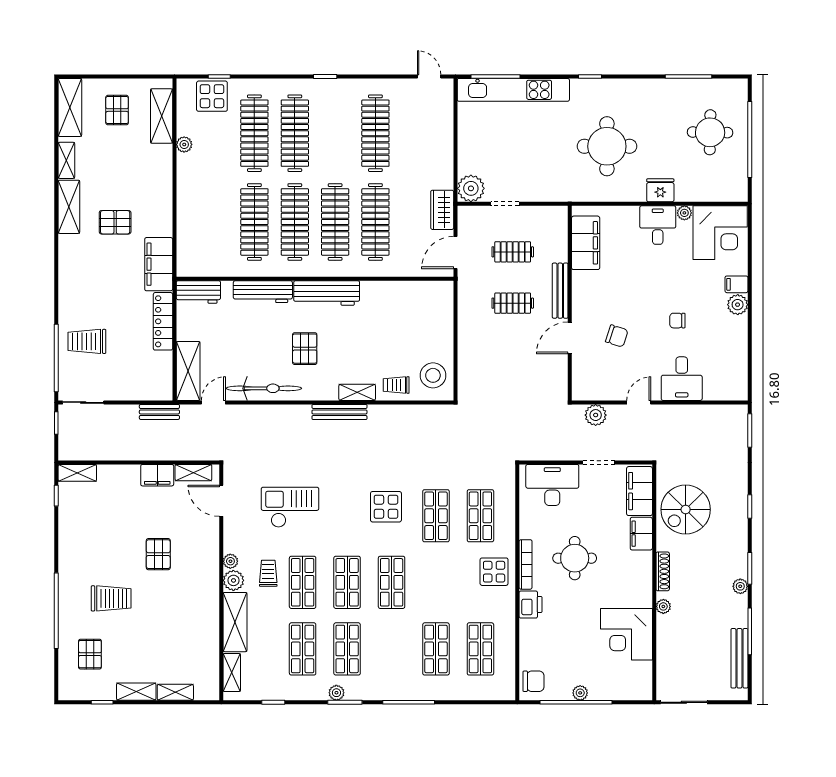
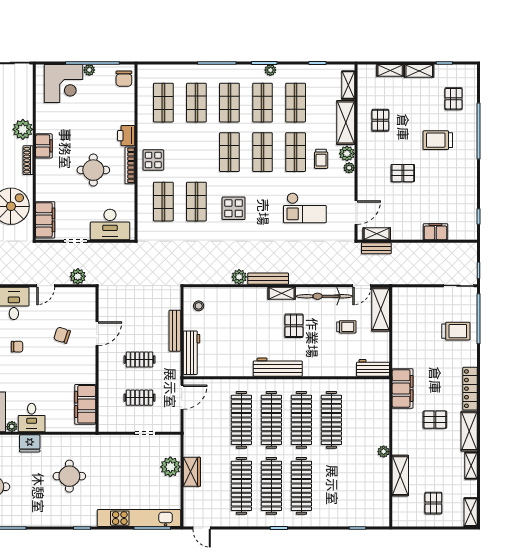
display table: (212, 96) -> (363, 513), removed
shelving: (70, 107) -> (471, 512), width x0.67, depth x0.75
shelving: (162, 116) -> (400, 476), moved
clothes rail: (254, 133) -> (271, 486), moved
plant: (184, 144) -> (384, 452), moved
round table: (607, 146) -> (69, 476), width x0.73, depth x0.73
plant: (471, 188) -> (170, 467), moved
wardrobe: (442, 210) -> (192, 472), moved
bench: (560, 291) -> (175, 331), moved
workbench: (263, 292) -> (192, 353), moved, turned 90
locker: (163, 321) -> (470, 389), moved, turned 180
stool: (433, 375) -> (199, 306), width x0.53, depth x0.53
trolley: (396, 385) -> (346, 327), moved
shelving: (357, 392) -> (282, 293), moved
bench: (159, 412) -> (376, 248), moved
plant: (379, 414) -> (239, 277), added
shelving: (77, 473) -> (463, 233), removed
filing cabinet: (157, 475) -> (435, 232), moved
door: (221, 501) -> (356, 213), hinge flipped
filing cabinet: (641, 534) -> (44, 146), moved
pallet: (158, 554) -> (403, 173), turned 90
plant: (663, 606) -> (23, 129), width x1.88, depth x1.88
pallet: (188, 625) -> (380, 120), added
corner desk: (626, 634) -> (63, 83), moved, turned 90
shop shelf: (392, 649) -> (229, 103), added
chair: (534, 681) -> (124, 79), turned -90

